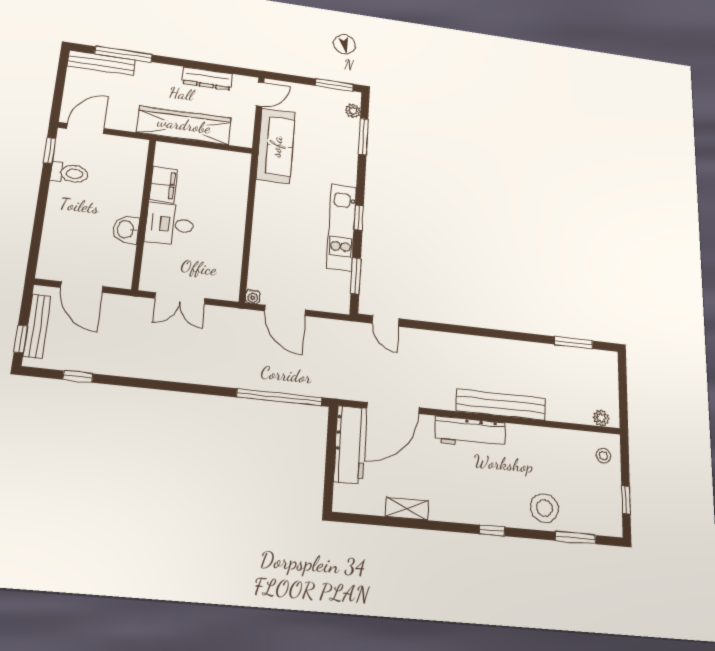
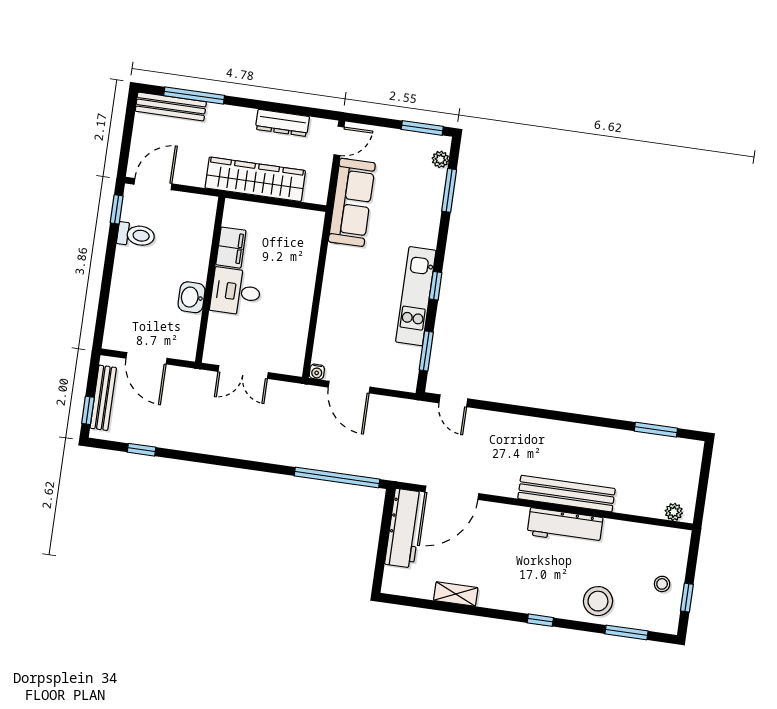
workbench: (470, 432) -> (565, 526), moved
stool: (603, 456) -> (662, 584), moved

